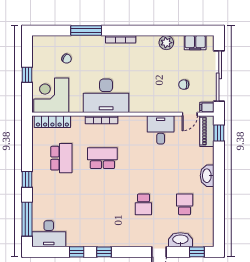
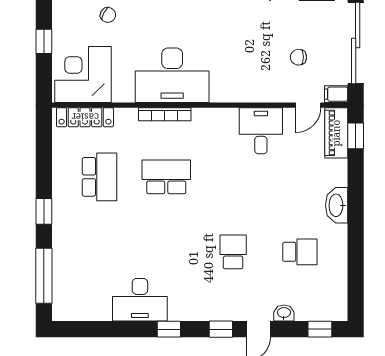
school desk: (143, 204) -> (233, 252), turned 180
school desk: (185, 204) -> (300, 252), turned 90
desk: (49, 234) -> (140, 300), moved
washbasin: (180, 240) -> (284, 313), width x0.52, depth x0.69
window: (77, 252) -> (221, 329), moved

